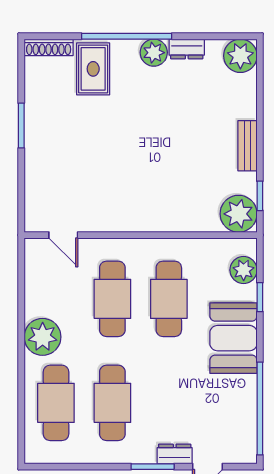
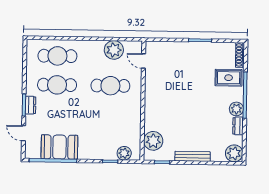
bench: (247, 146) -> (193, 156), width x1.36
plant: (239, 214) -> (153, 141), moved
door: (63, 235) -> (144, 61), hinge flipped
cafe table: (169, 299) -> (110, 115), removed
plant: (43, 337) -> (114, 50), moved
booth: (233, 338) -> (59, 147), moved
dresser: (175, 454) -> (30, 105), moved

